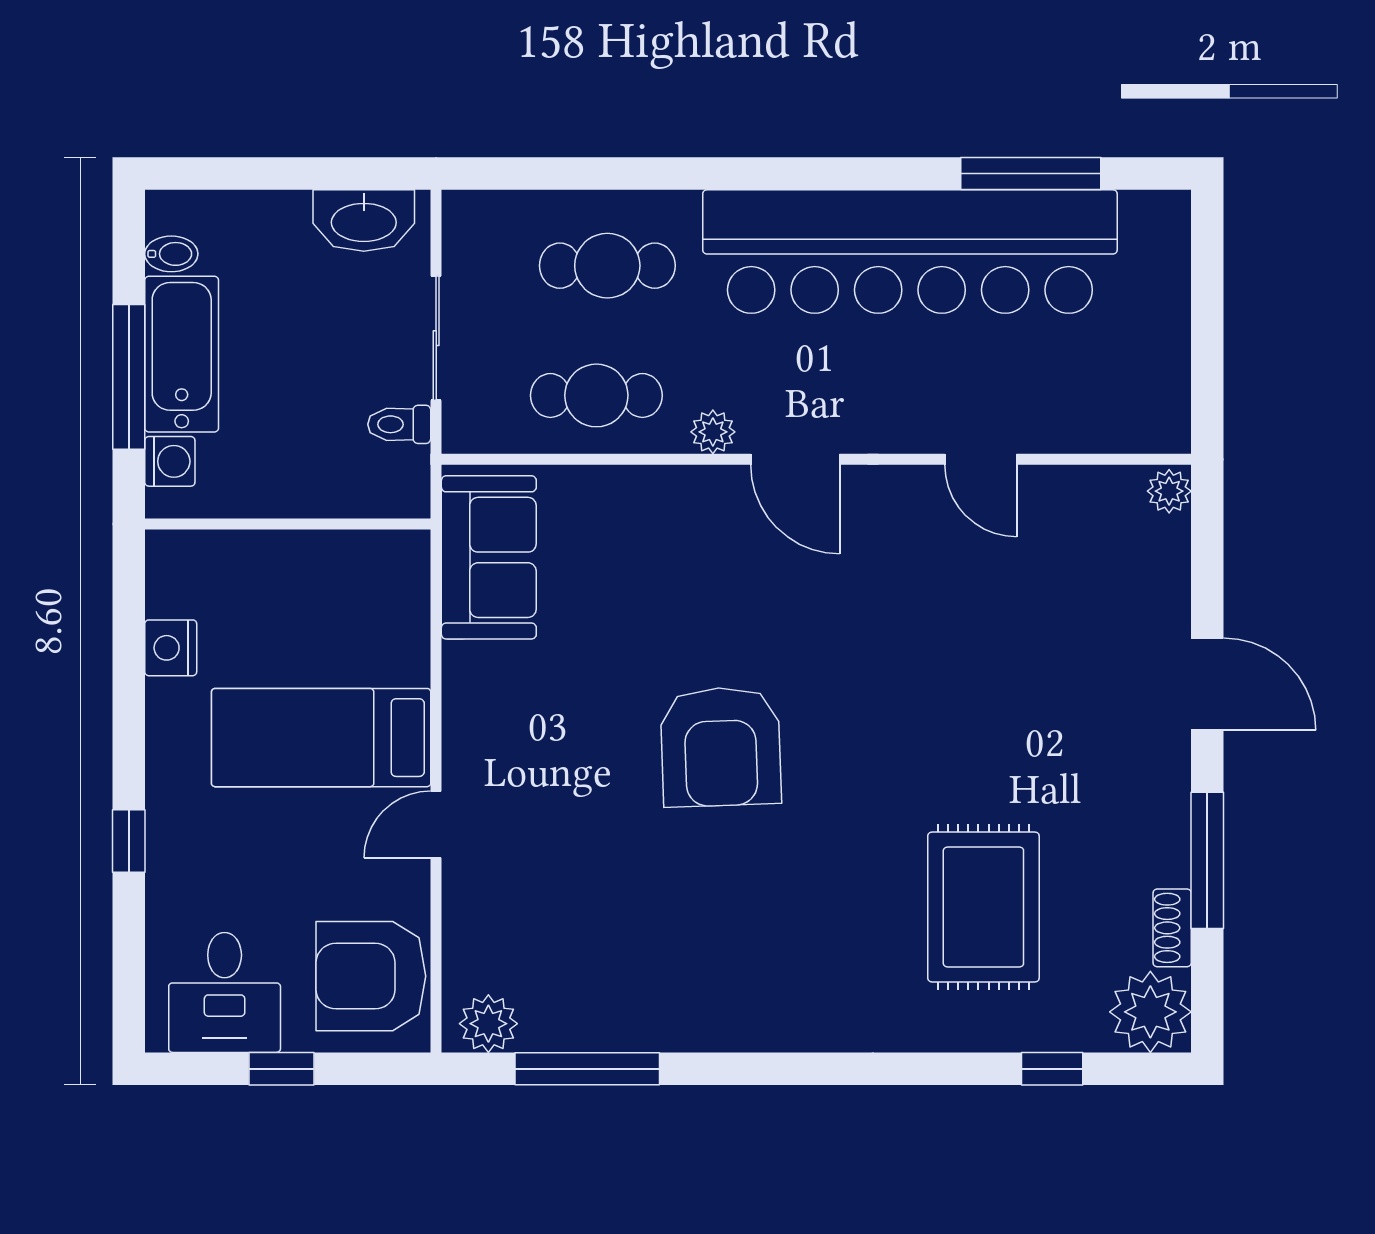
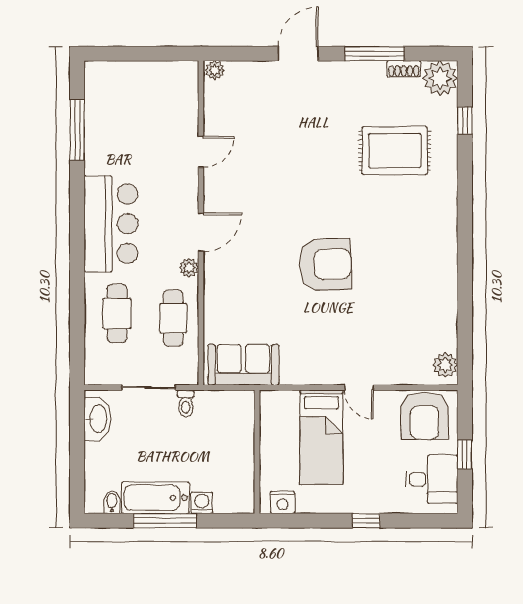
bar counter: (910, 252) -> (111, 224), width x0.54
wall: (288, 524) -> (257, 452), moved
window: (587, 1069) -> (465, 322), removed

